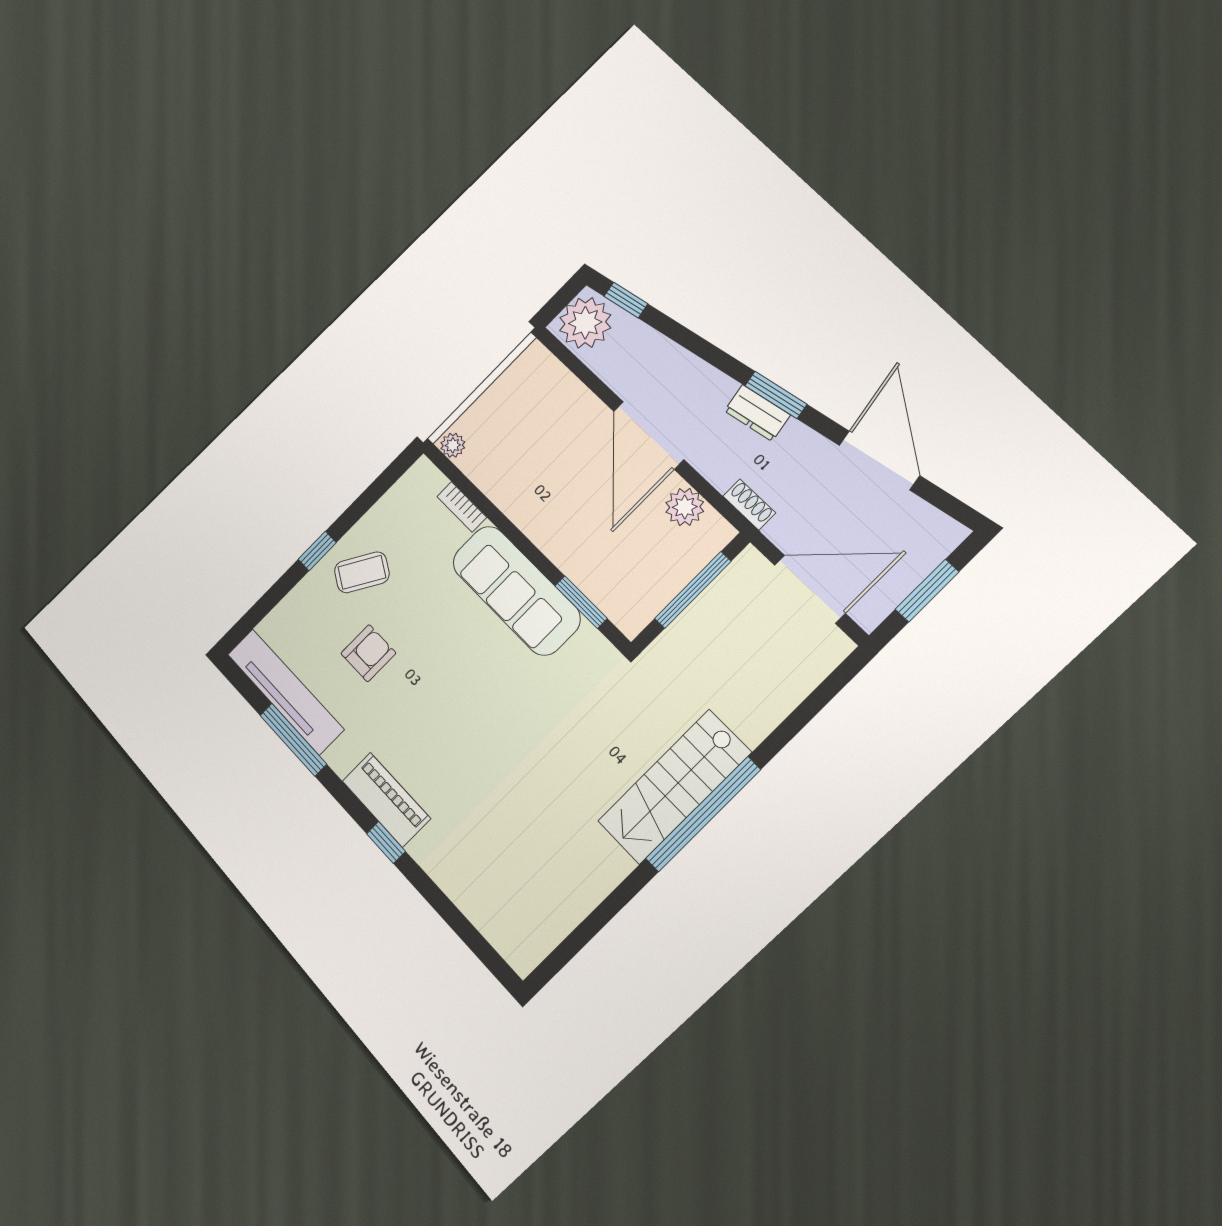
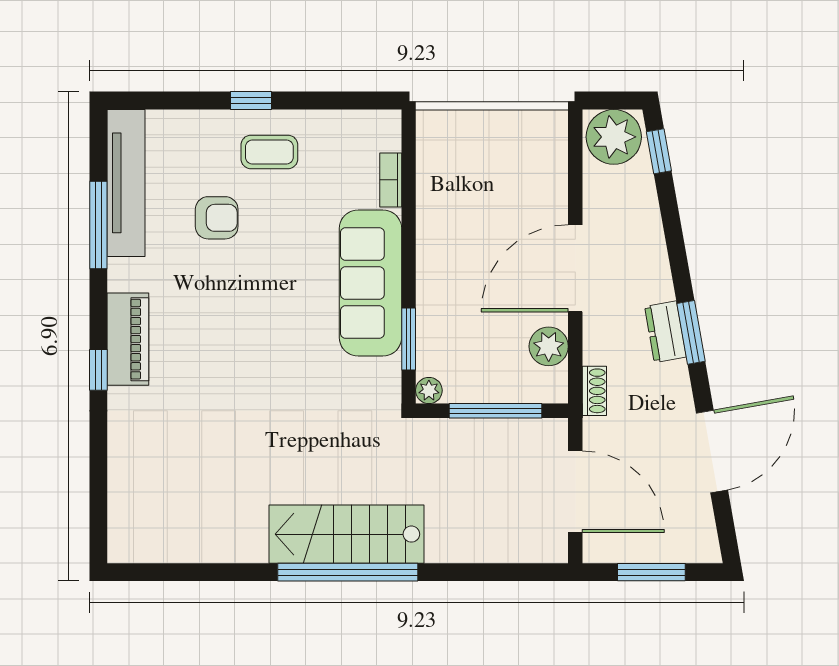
plant: (453, 445) -> (429, 390), moved
coffee table: (362, 572) -> (269, 152), turned -31

